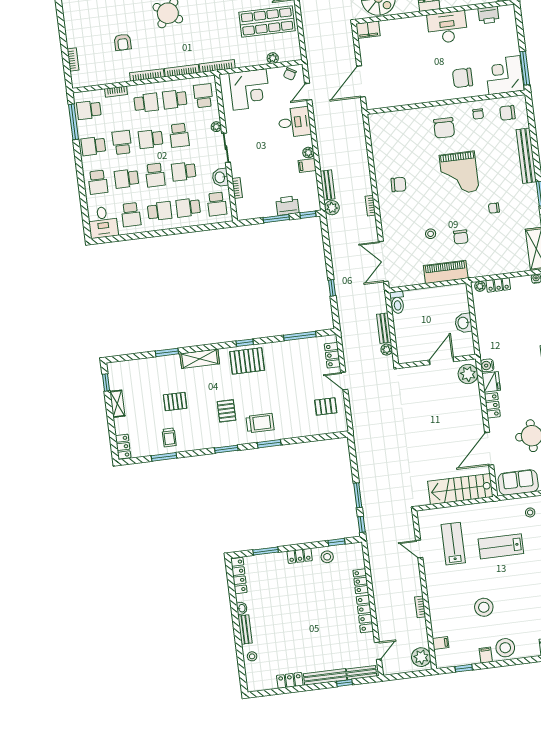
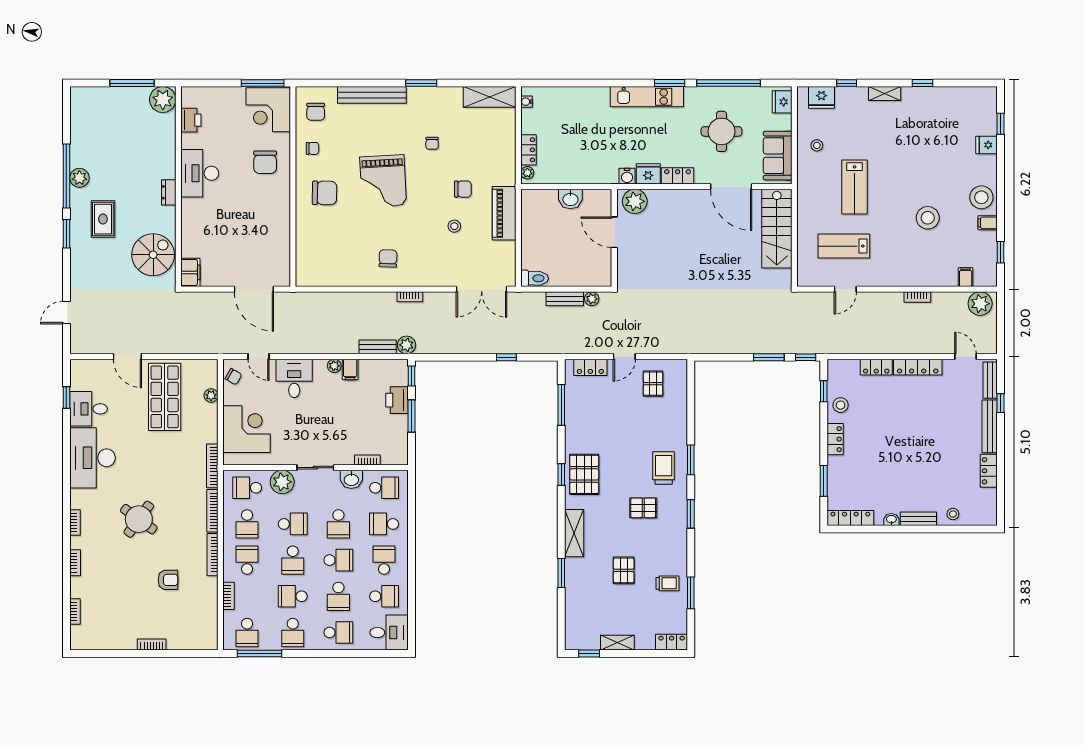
bookcase: (73, 59) -> (152, 644), moved
plant: (216, 127) -> (282, 482), width x1.88, depth x1.88
grand piano: (459, 173) -> (383, 181), turned 87
school desk: (188, 208) -> (384, 524), turned 90

